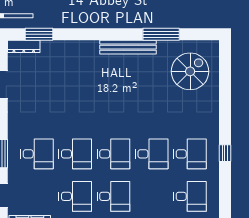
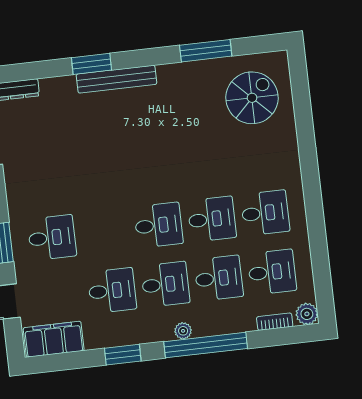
window: (39, 34) -> (91, 64), moved
bench: (128, 47) -> (116, 79), moved
window: (225, 153) -> (314, 206), removed
desk: (75, 154) -> (219, 278), moved

